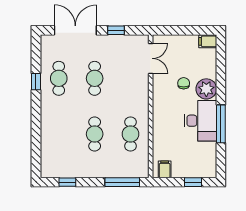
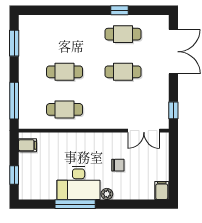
window: (116, 30) -> (173, 110), moved
plant: (206, 89) -> (107, 194), width x0.53, depth x0.53
window: (67, 182) -> (14, 43), width x1.50

